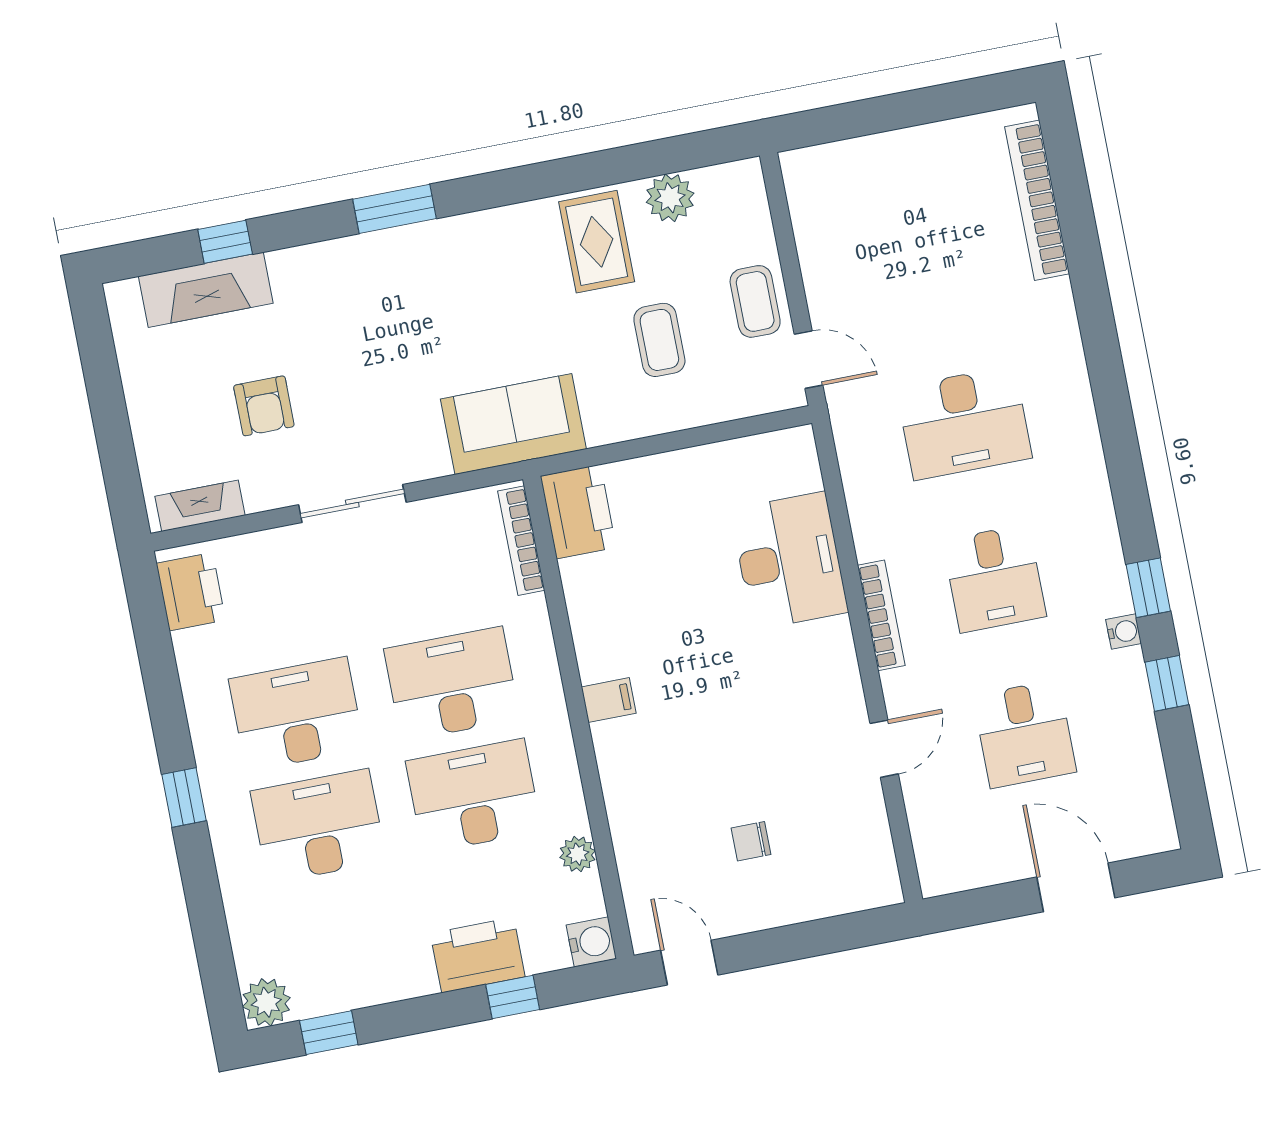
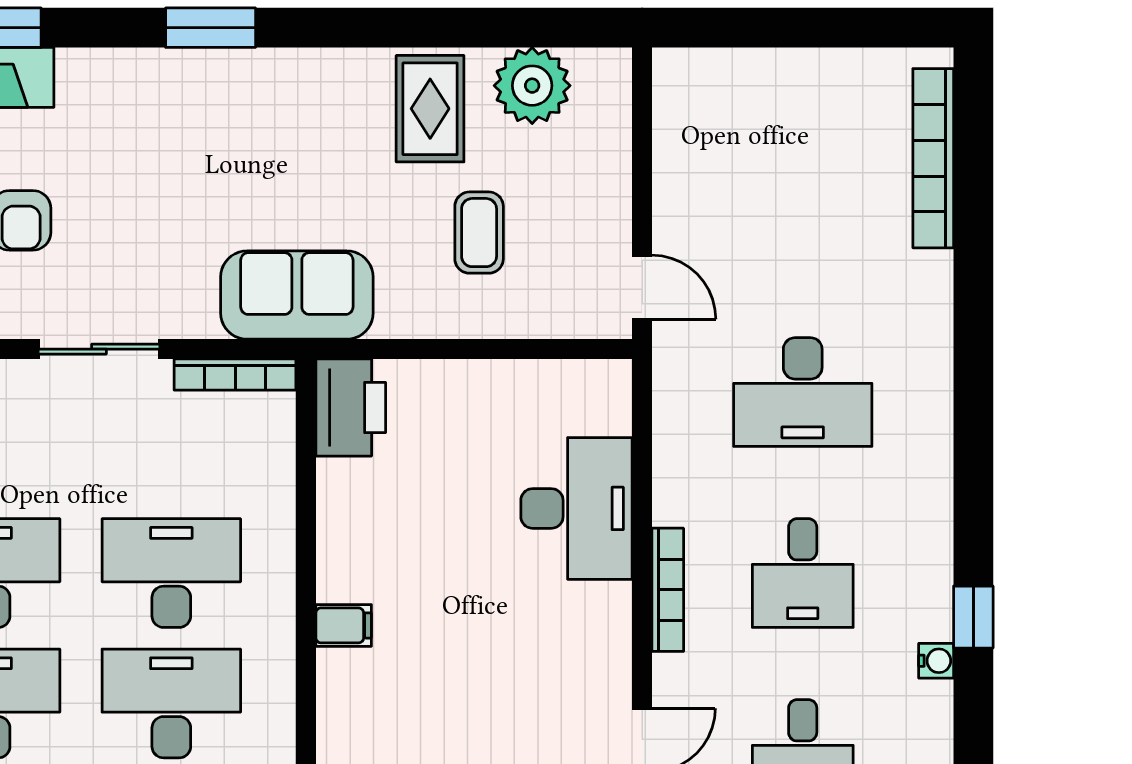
plant: (670, 198) -> (532, 86), width x1.36, depth x1.36
coffee table: (755, 301) -> (595, 210), removed
bookcase: (521, 541) -> (235, 375), moved, turned -90
window: (1167, 683) -> (973, 728), removed

